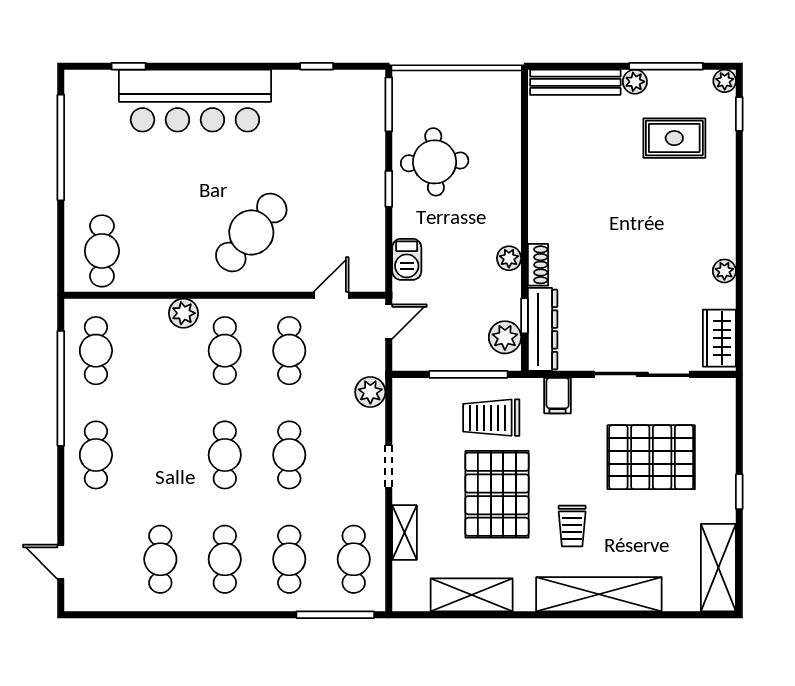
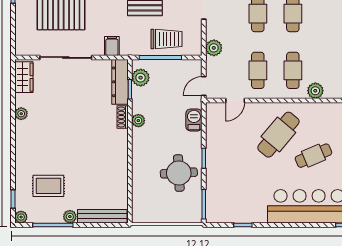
cafe table: (187, 194) -> (313, 156), added
trolley: (491, 418) -> (167, 39), moved

